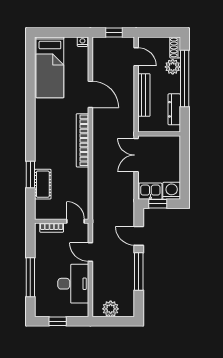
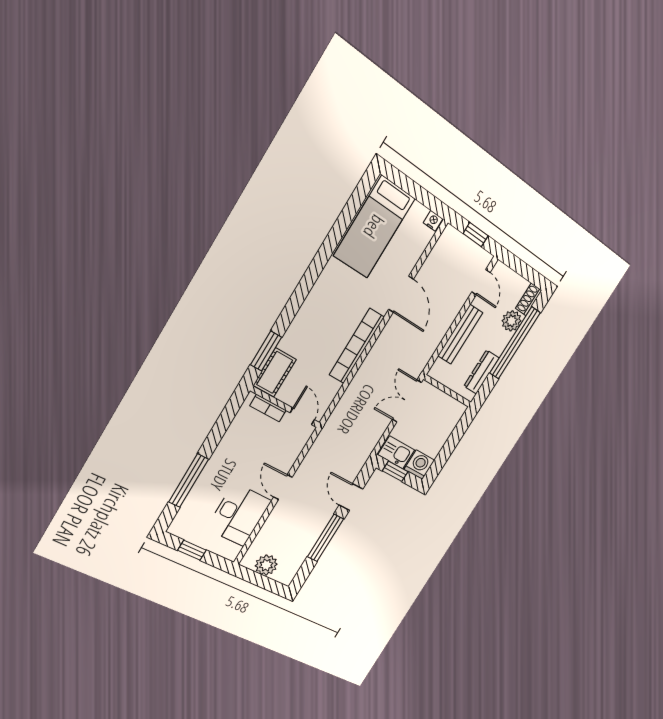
wall: (62, 221) -> (285, 407), moved
door: (75, 221) -> (302, 416), moved
bookcase: (52, 228) -> (268, 408), moved

